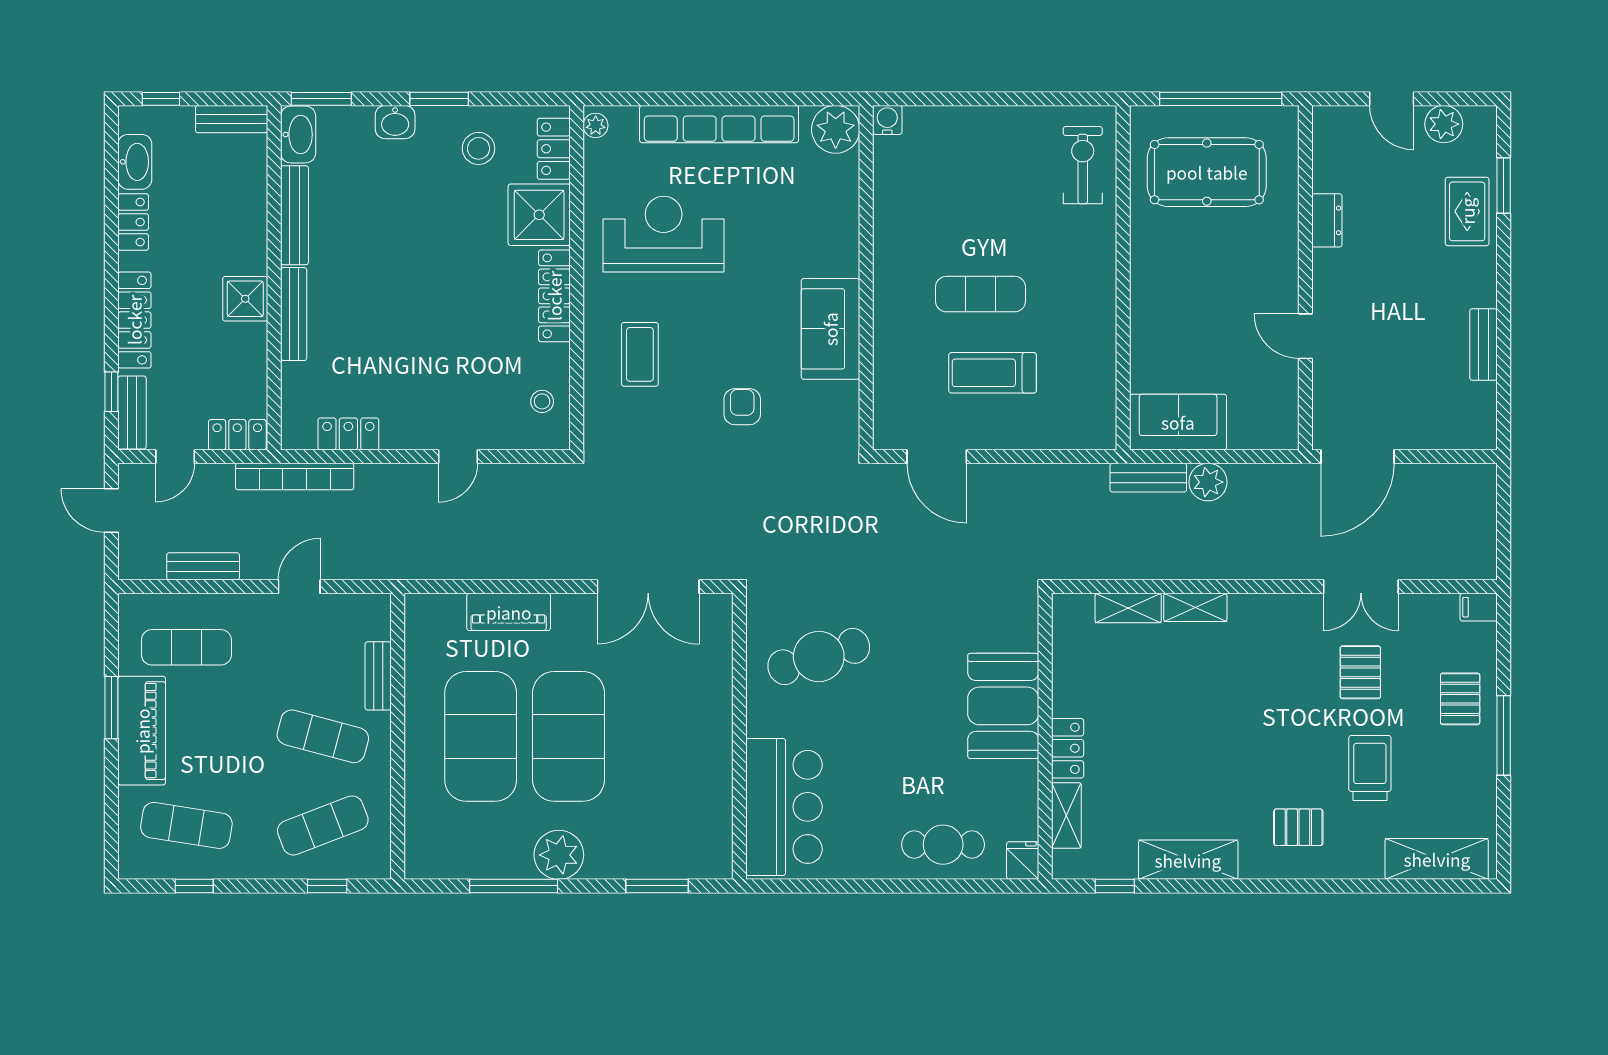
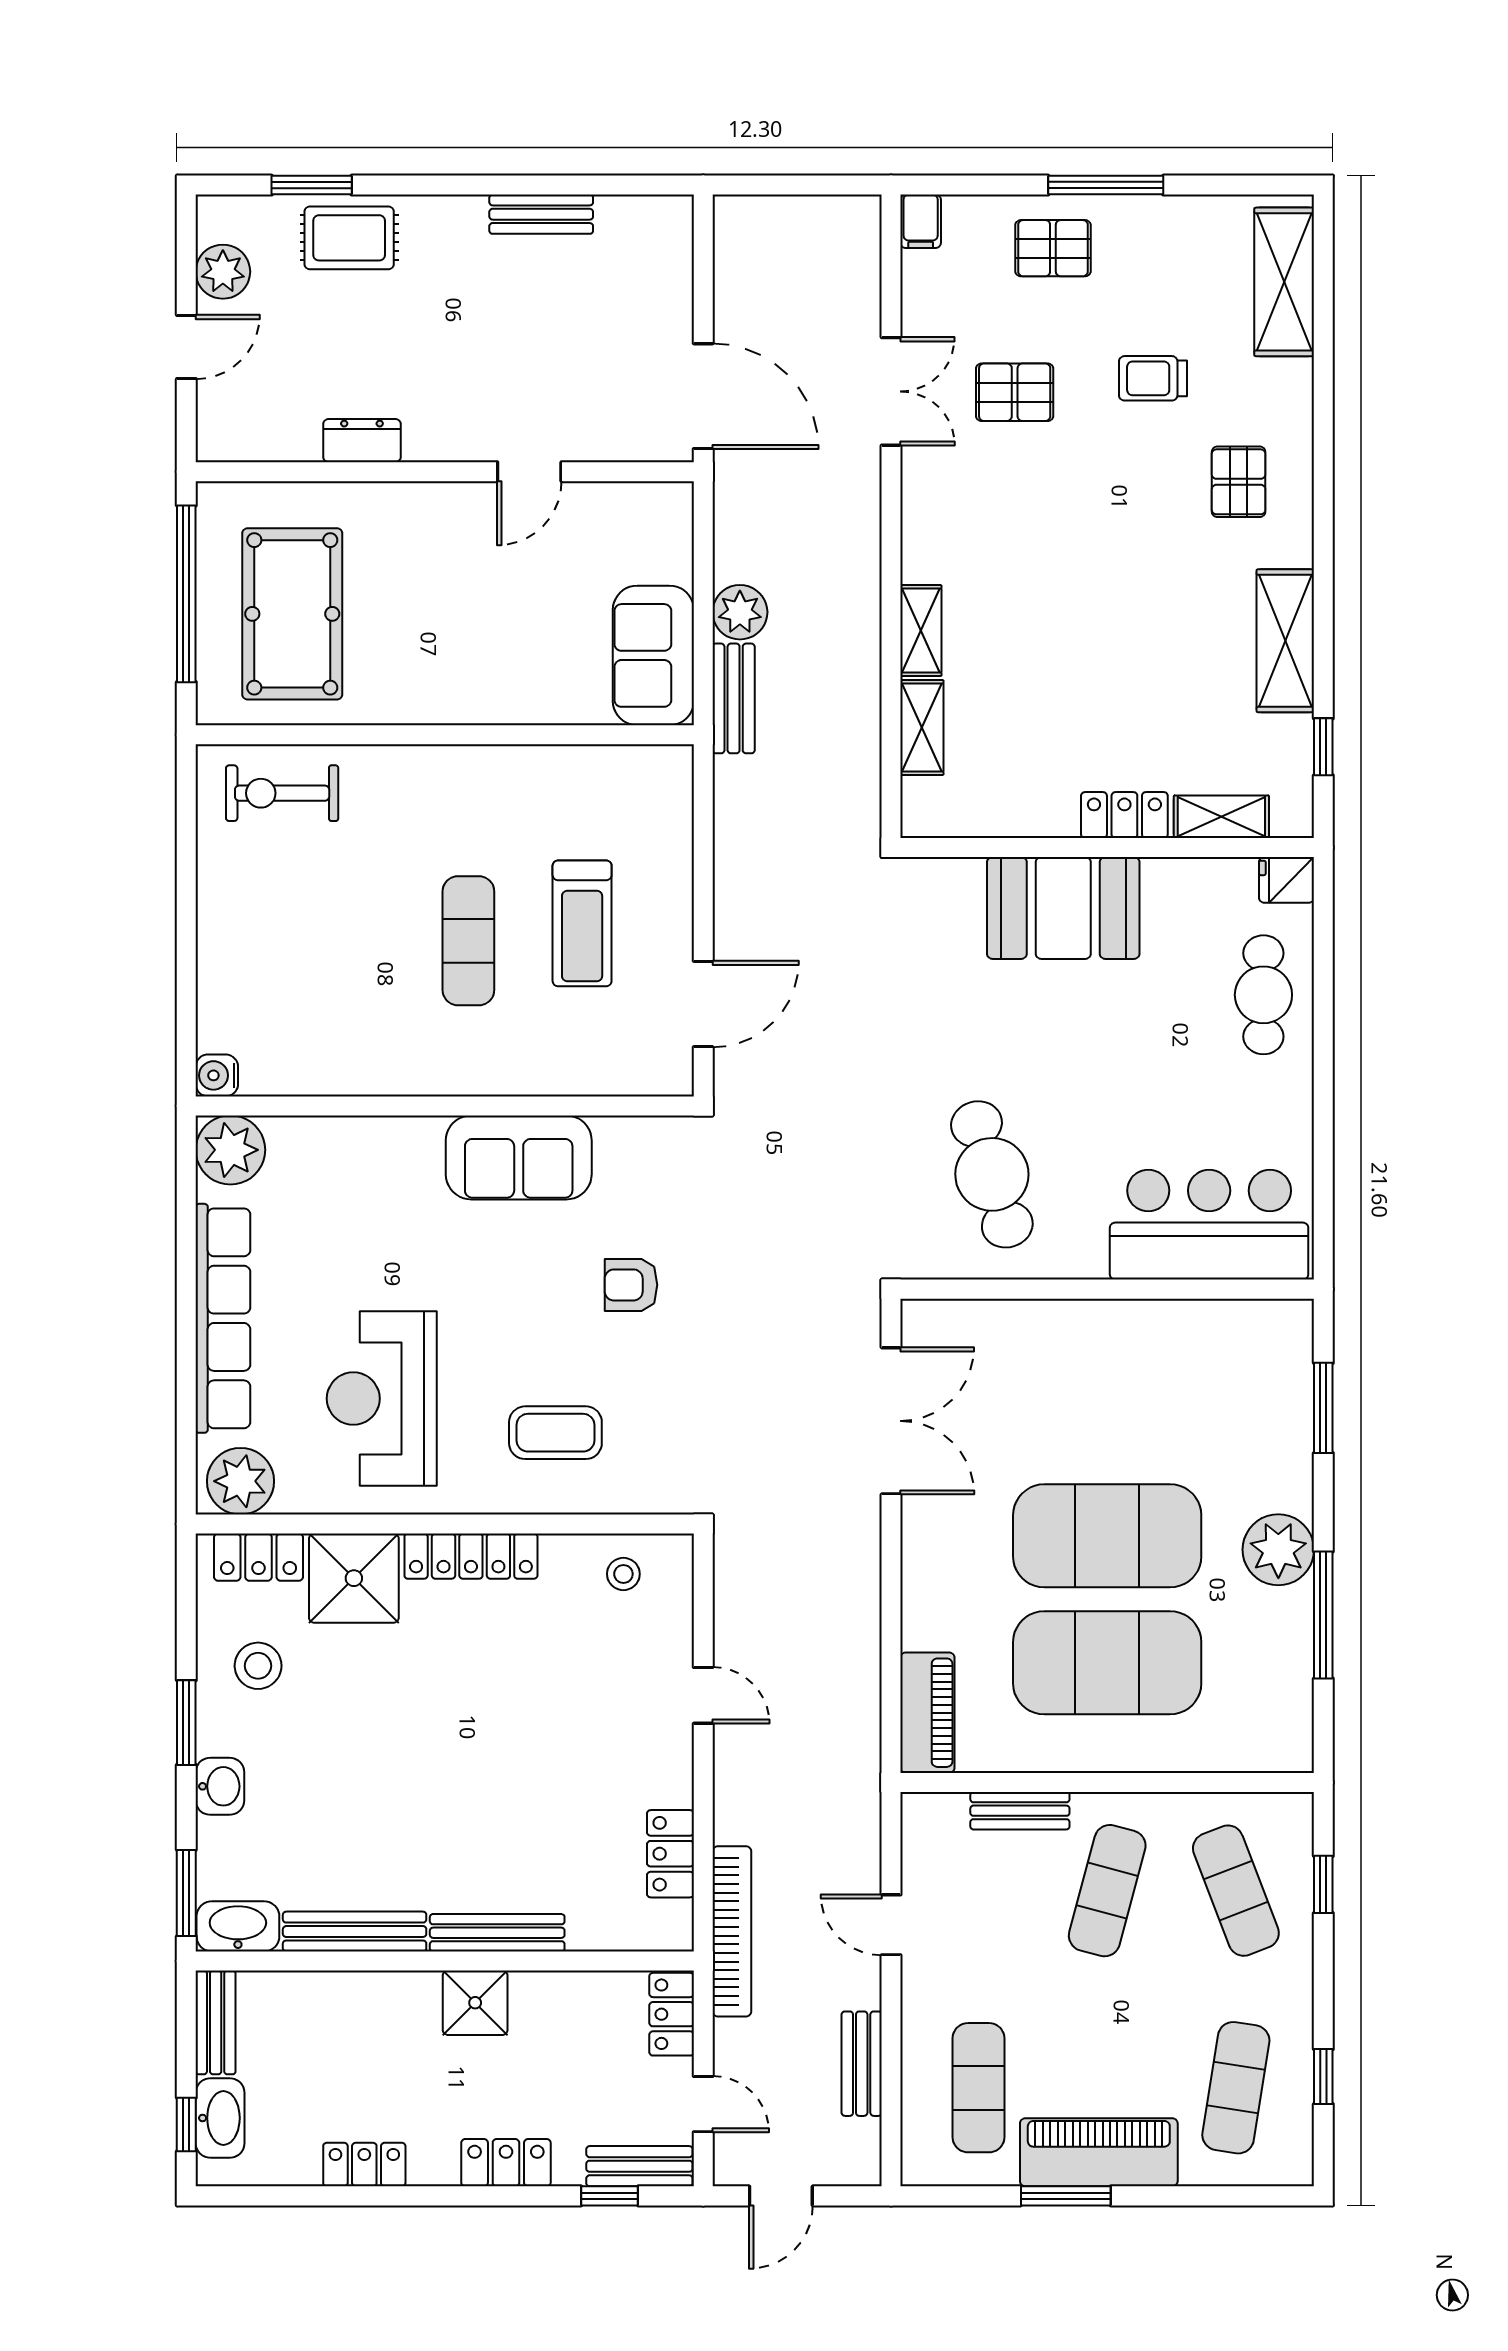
plant: (596, 125) -> (241, 1481), width x1.88, depth x1.88
washbasin: (135, 162) -> (220, 2118), moved, turned 90
locker: (134, 320) -> (506, 2163), width x0.66
piano: (509, 612) -> (927, 1713), moved
trolley: (1370, 768) -> (1153, 378), width x0.73, depth x0.72

